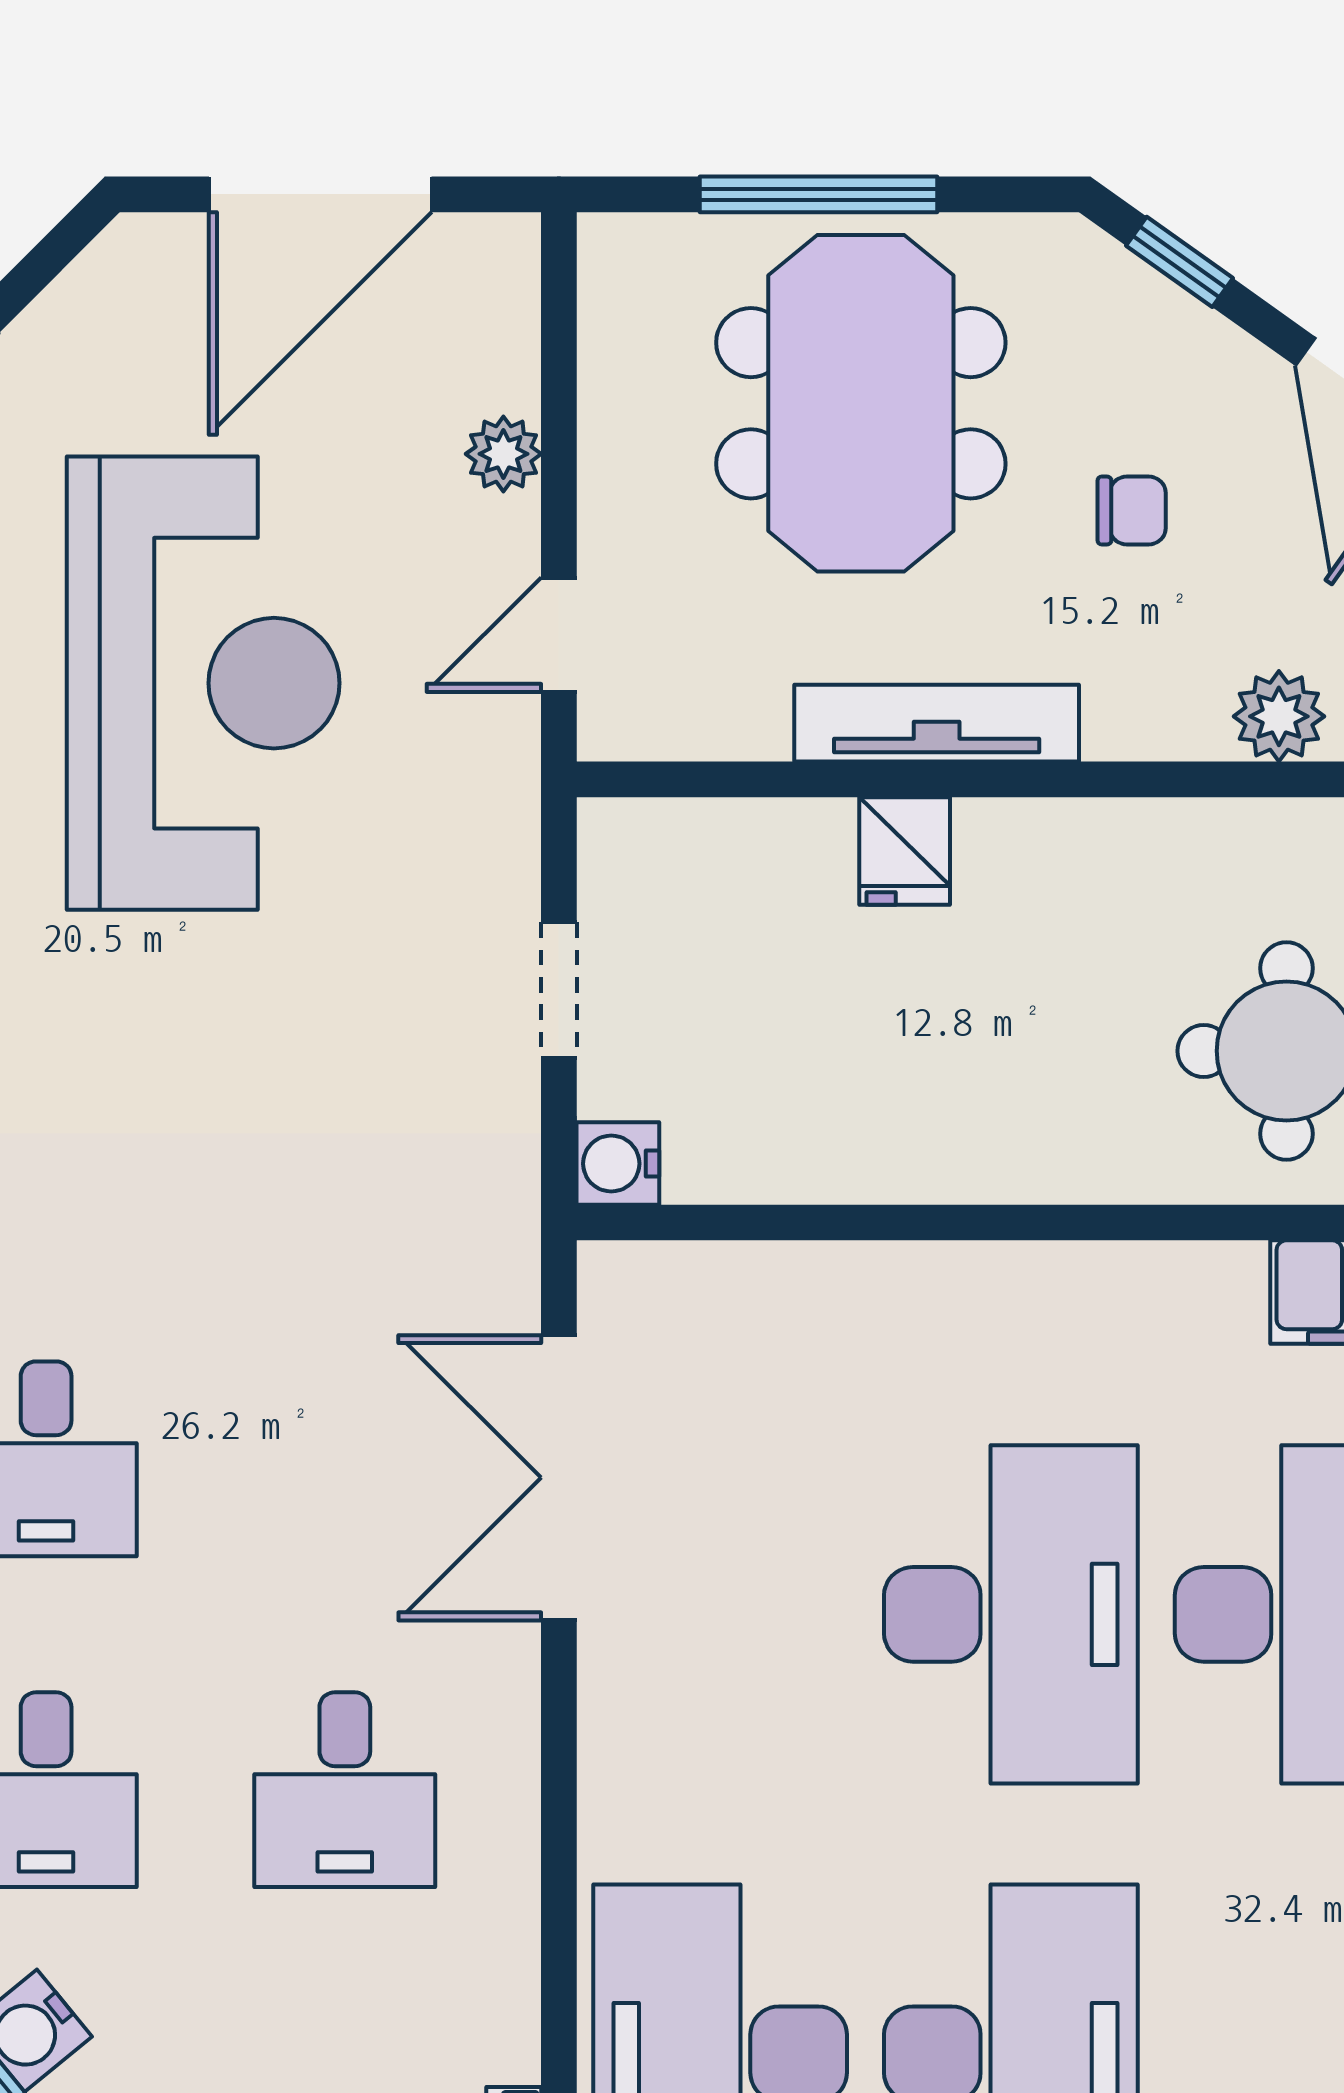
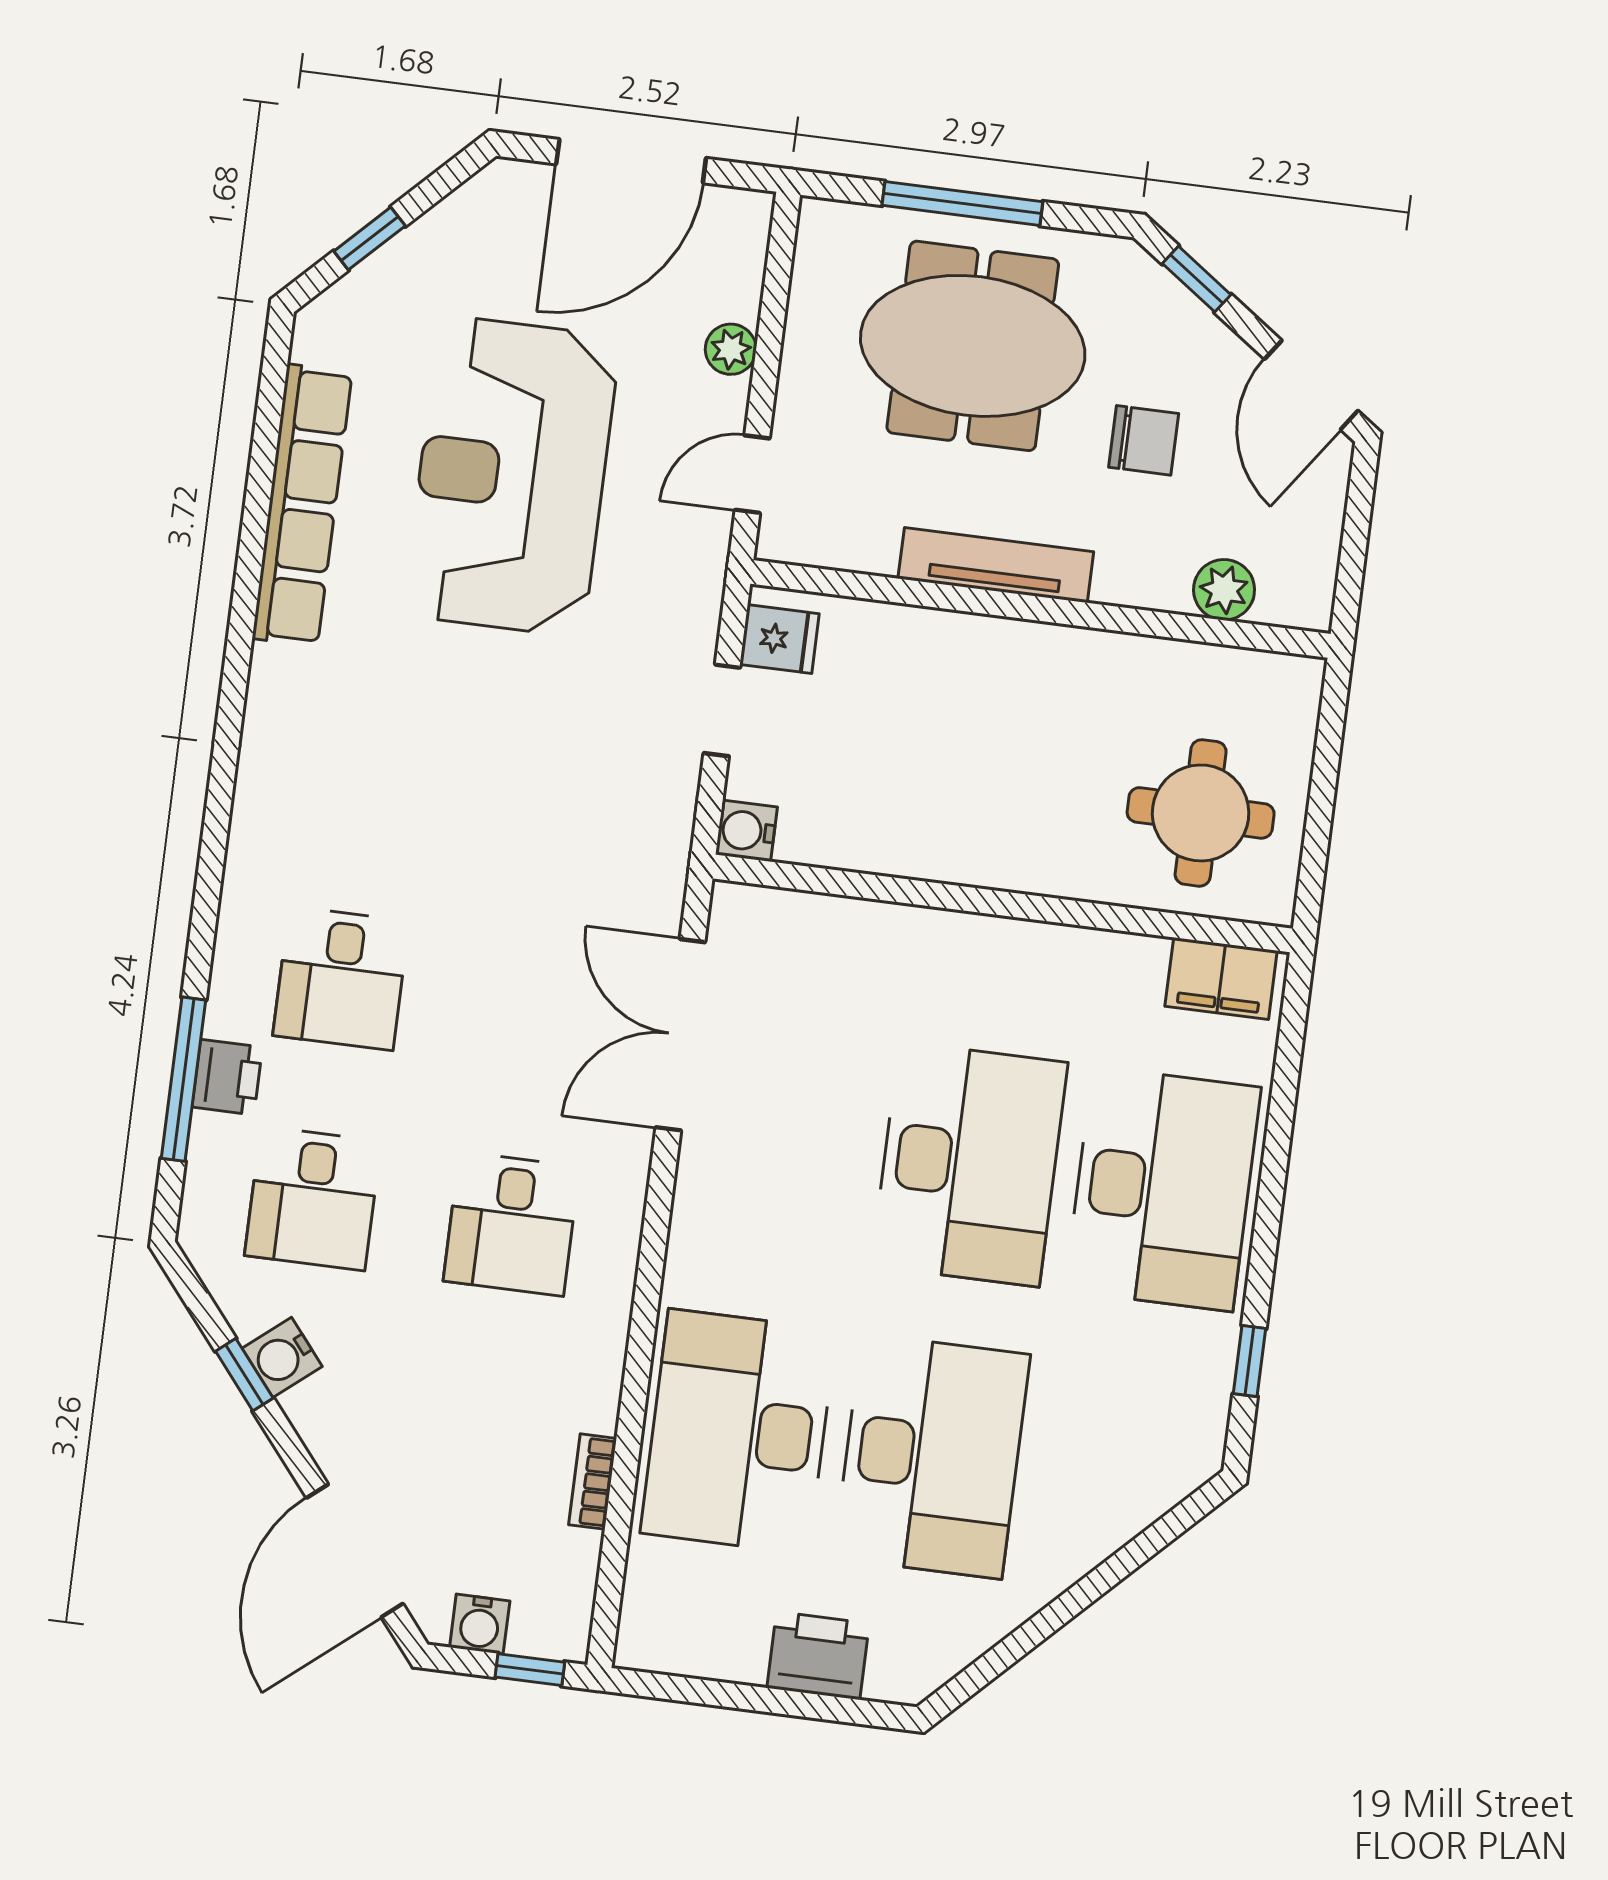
meeting table: (861, 403) -> (973, 346), turned 90
chair: (1132, 510) -> (1144, 440), width x1.37, depth x1.37
reception desk: (203, 683) -> (512, 476), turned 180
fridge: (905, 851) -> (780, 639), moved, turned -90

